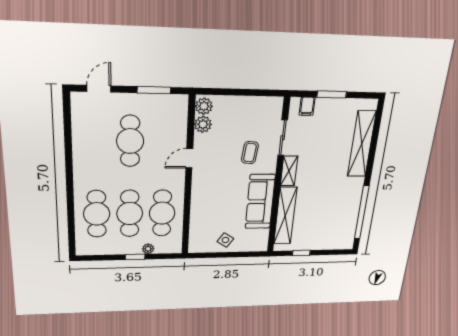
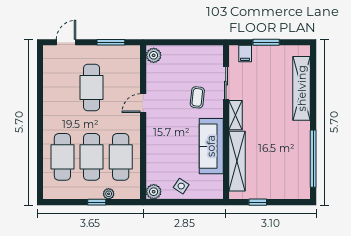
plant: (203, 124) -> (154, 192), moved

